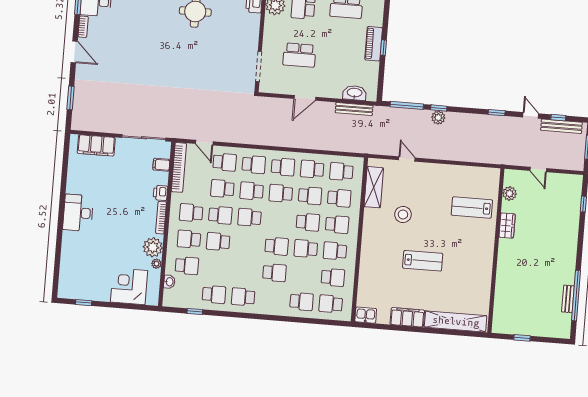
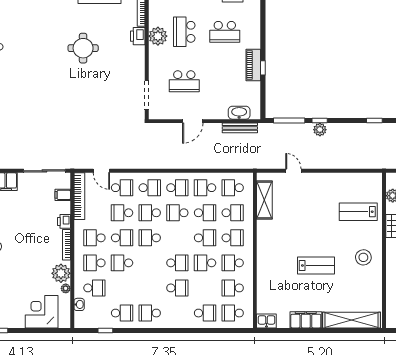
stool: (403, 214) -> (363, 257), moved
school desk: (333, 277) -> (233, 288), turned 180

